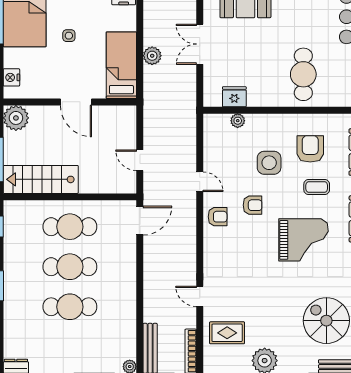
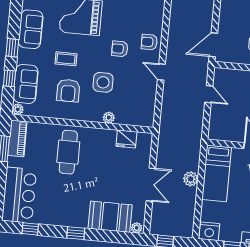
plant: (238, 121) -> (109, 118), moved

